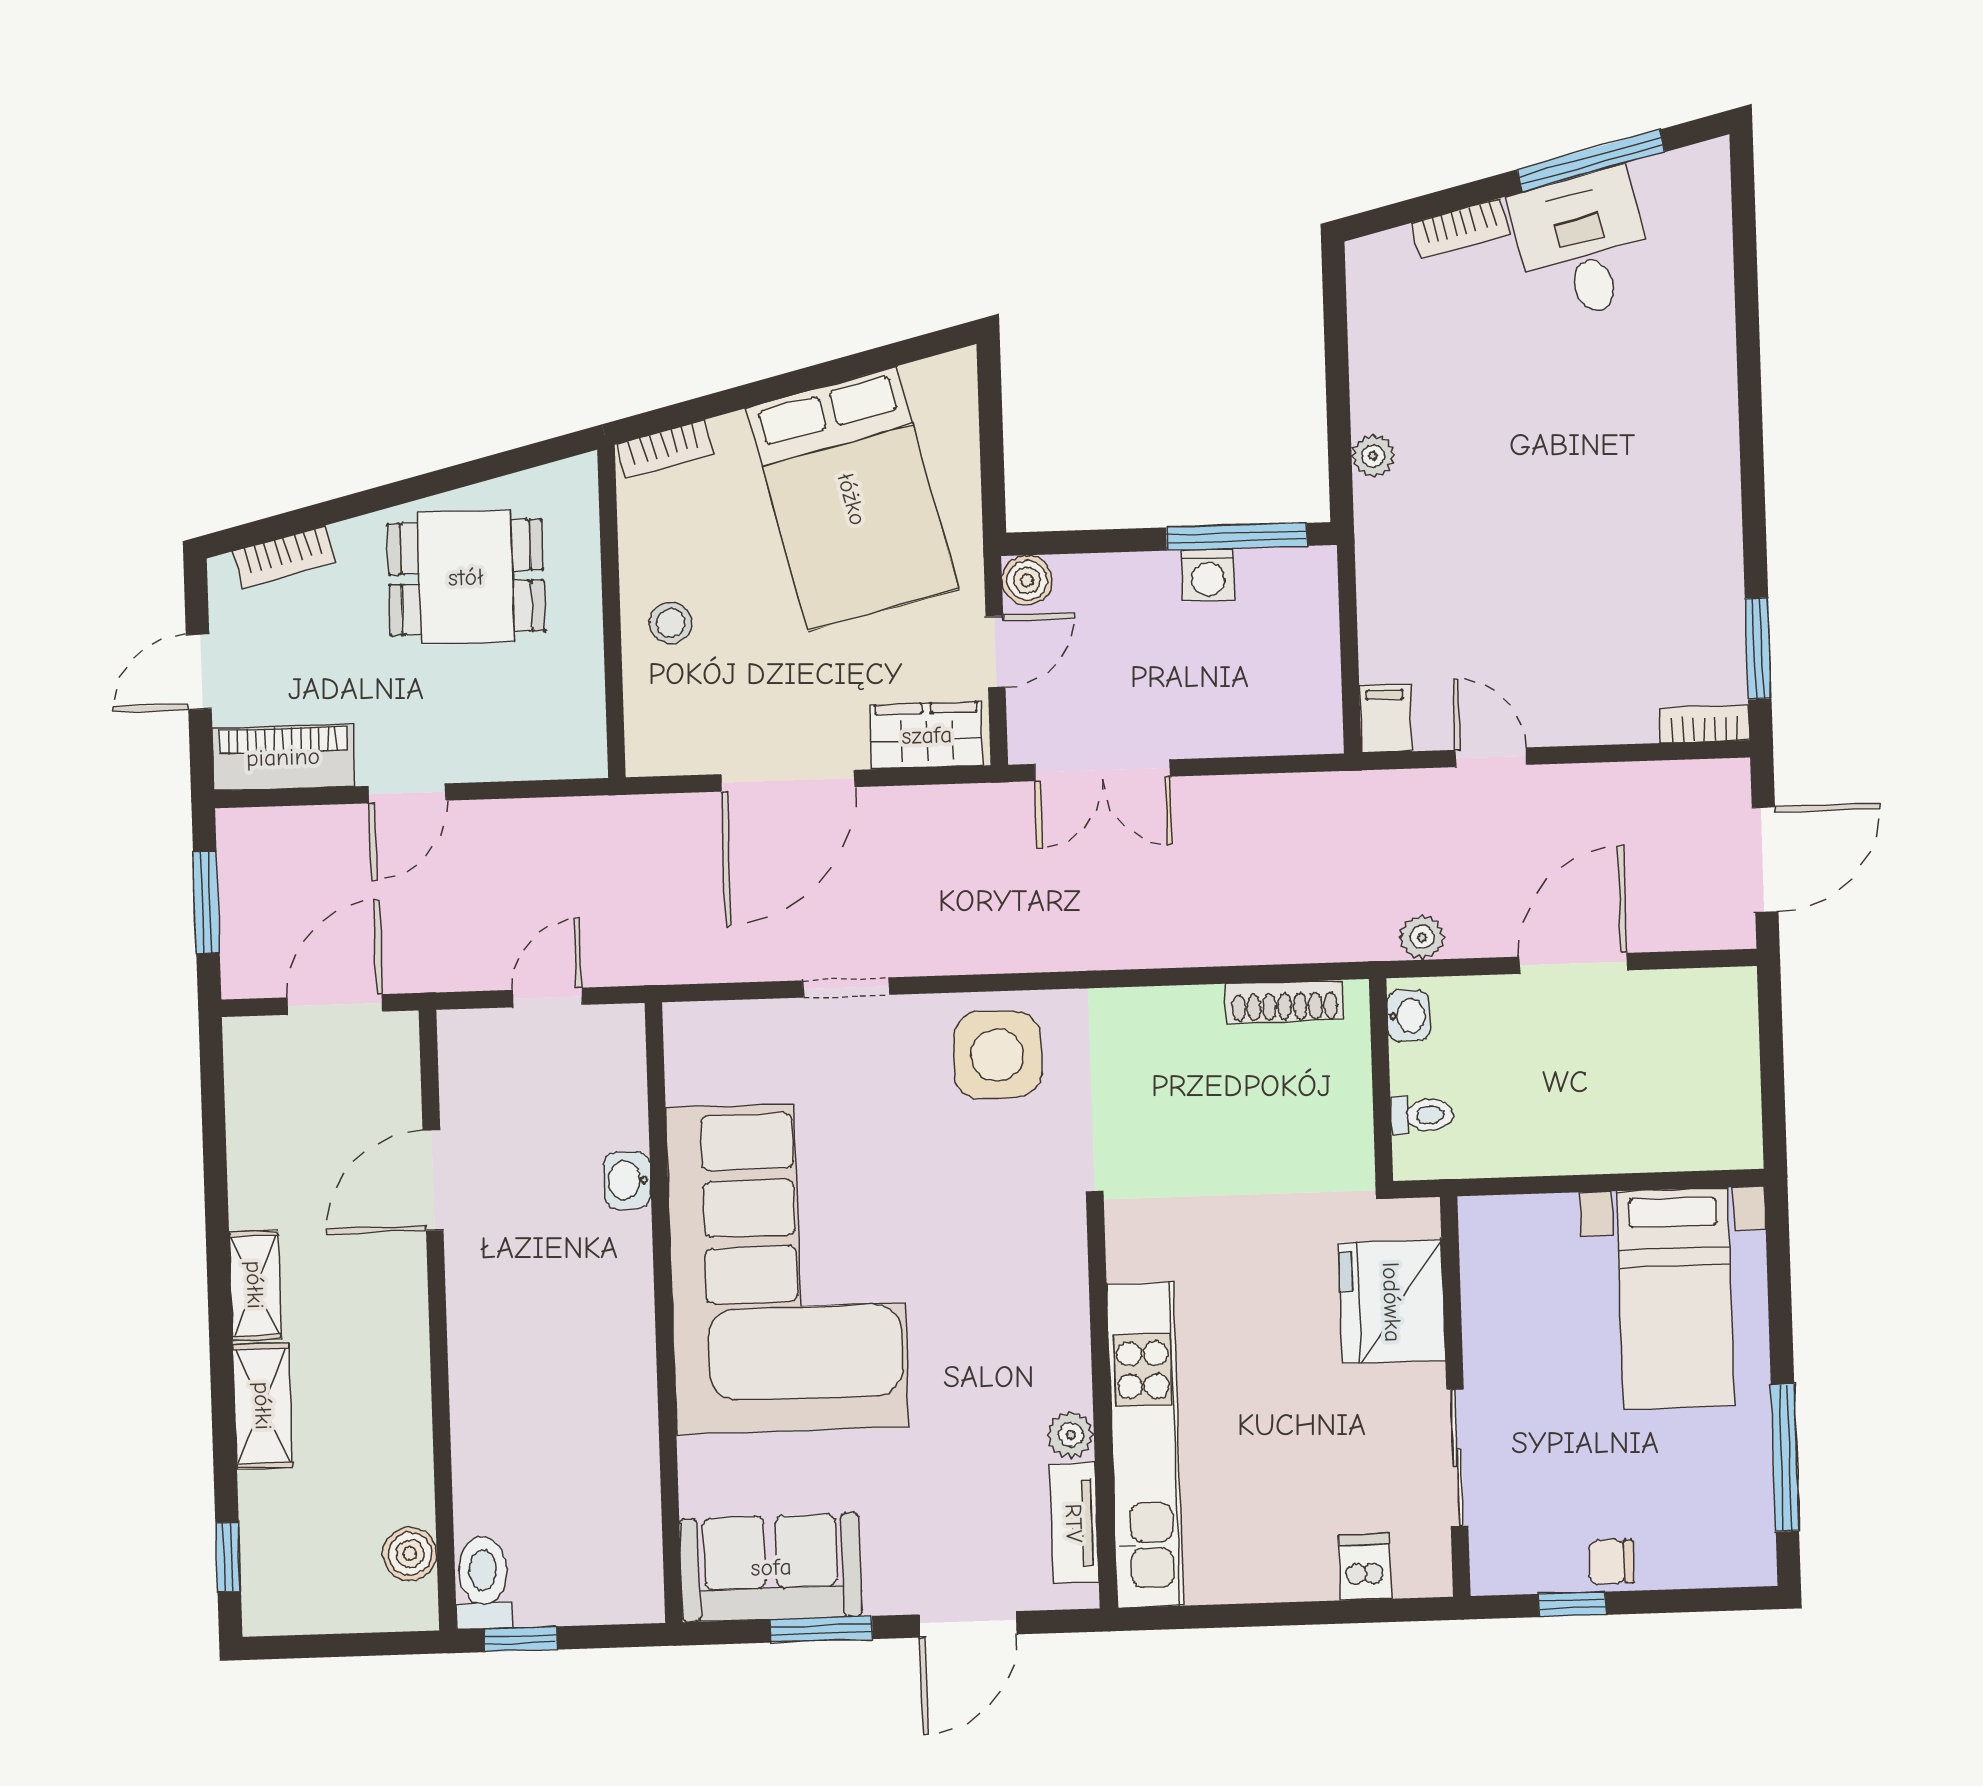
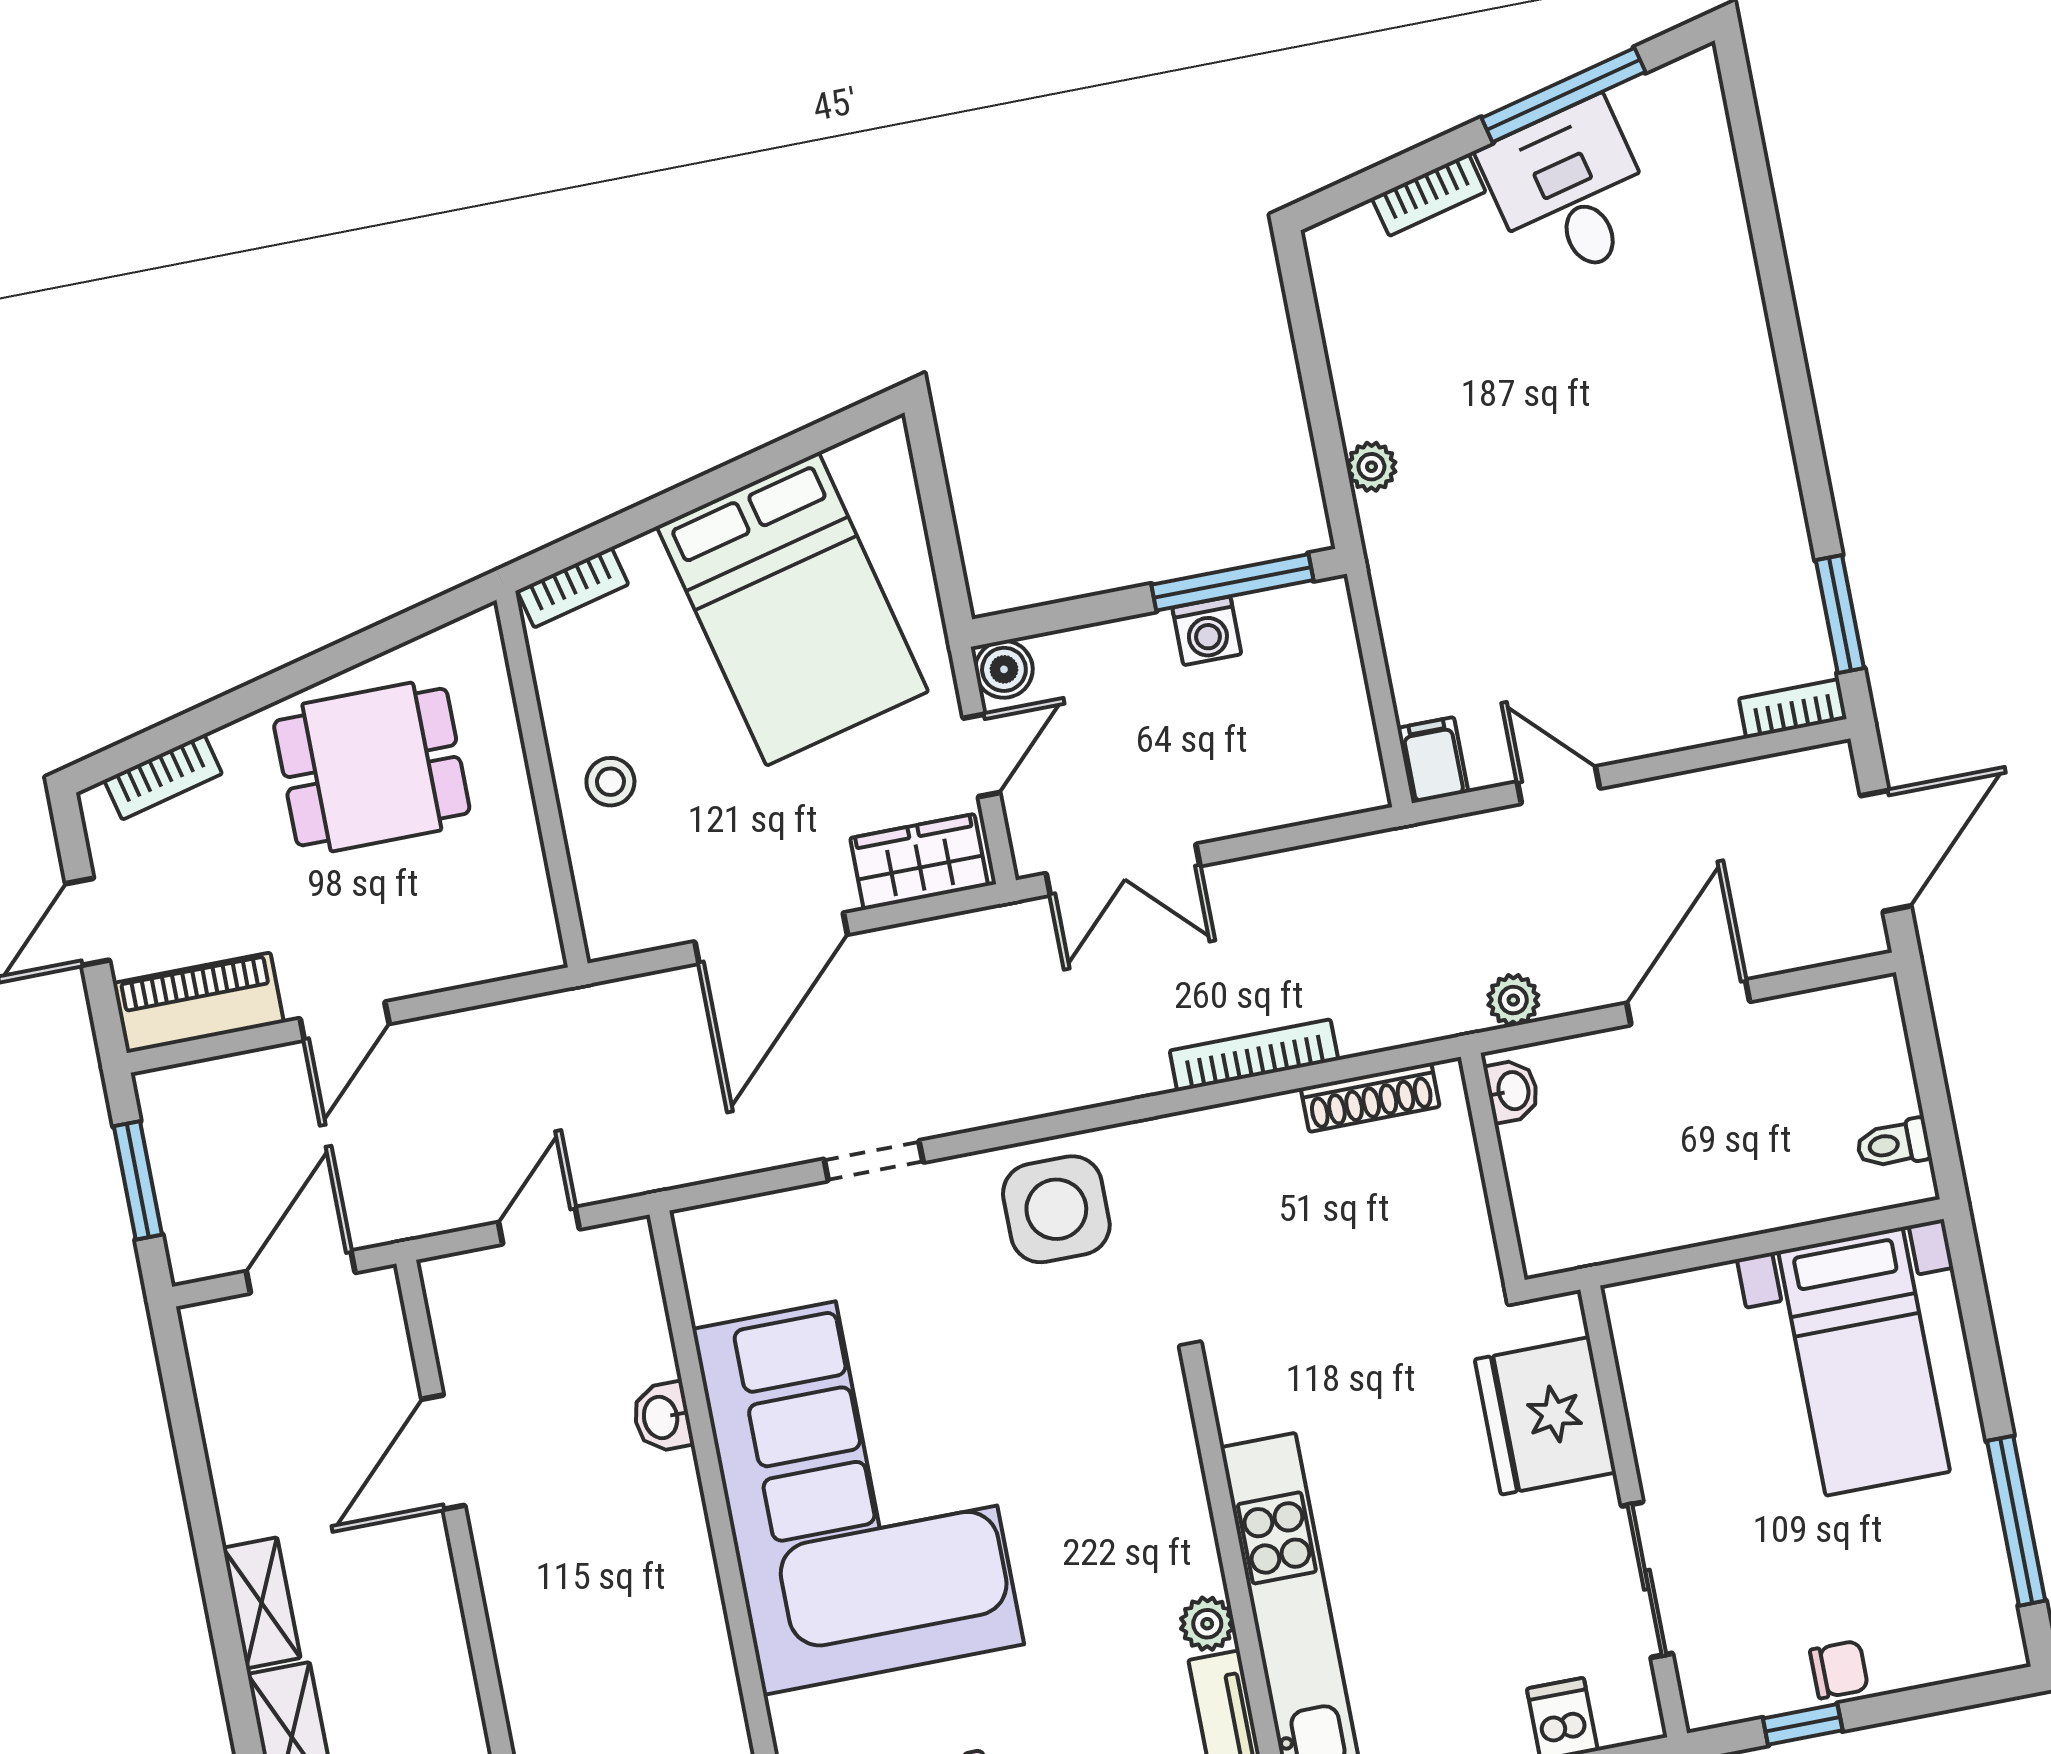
bookcase: (1190, 949) -> (1254, 1055), added
toilet: (1422, 1115) -> (1893, 1144), moved, turned 180
chair: (1611, 1562) -> (1839, 1670), turned 180

